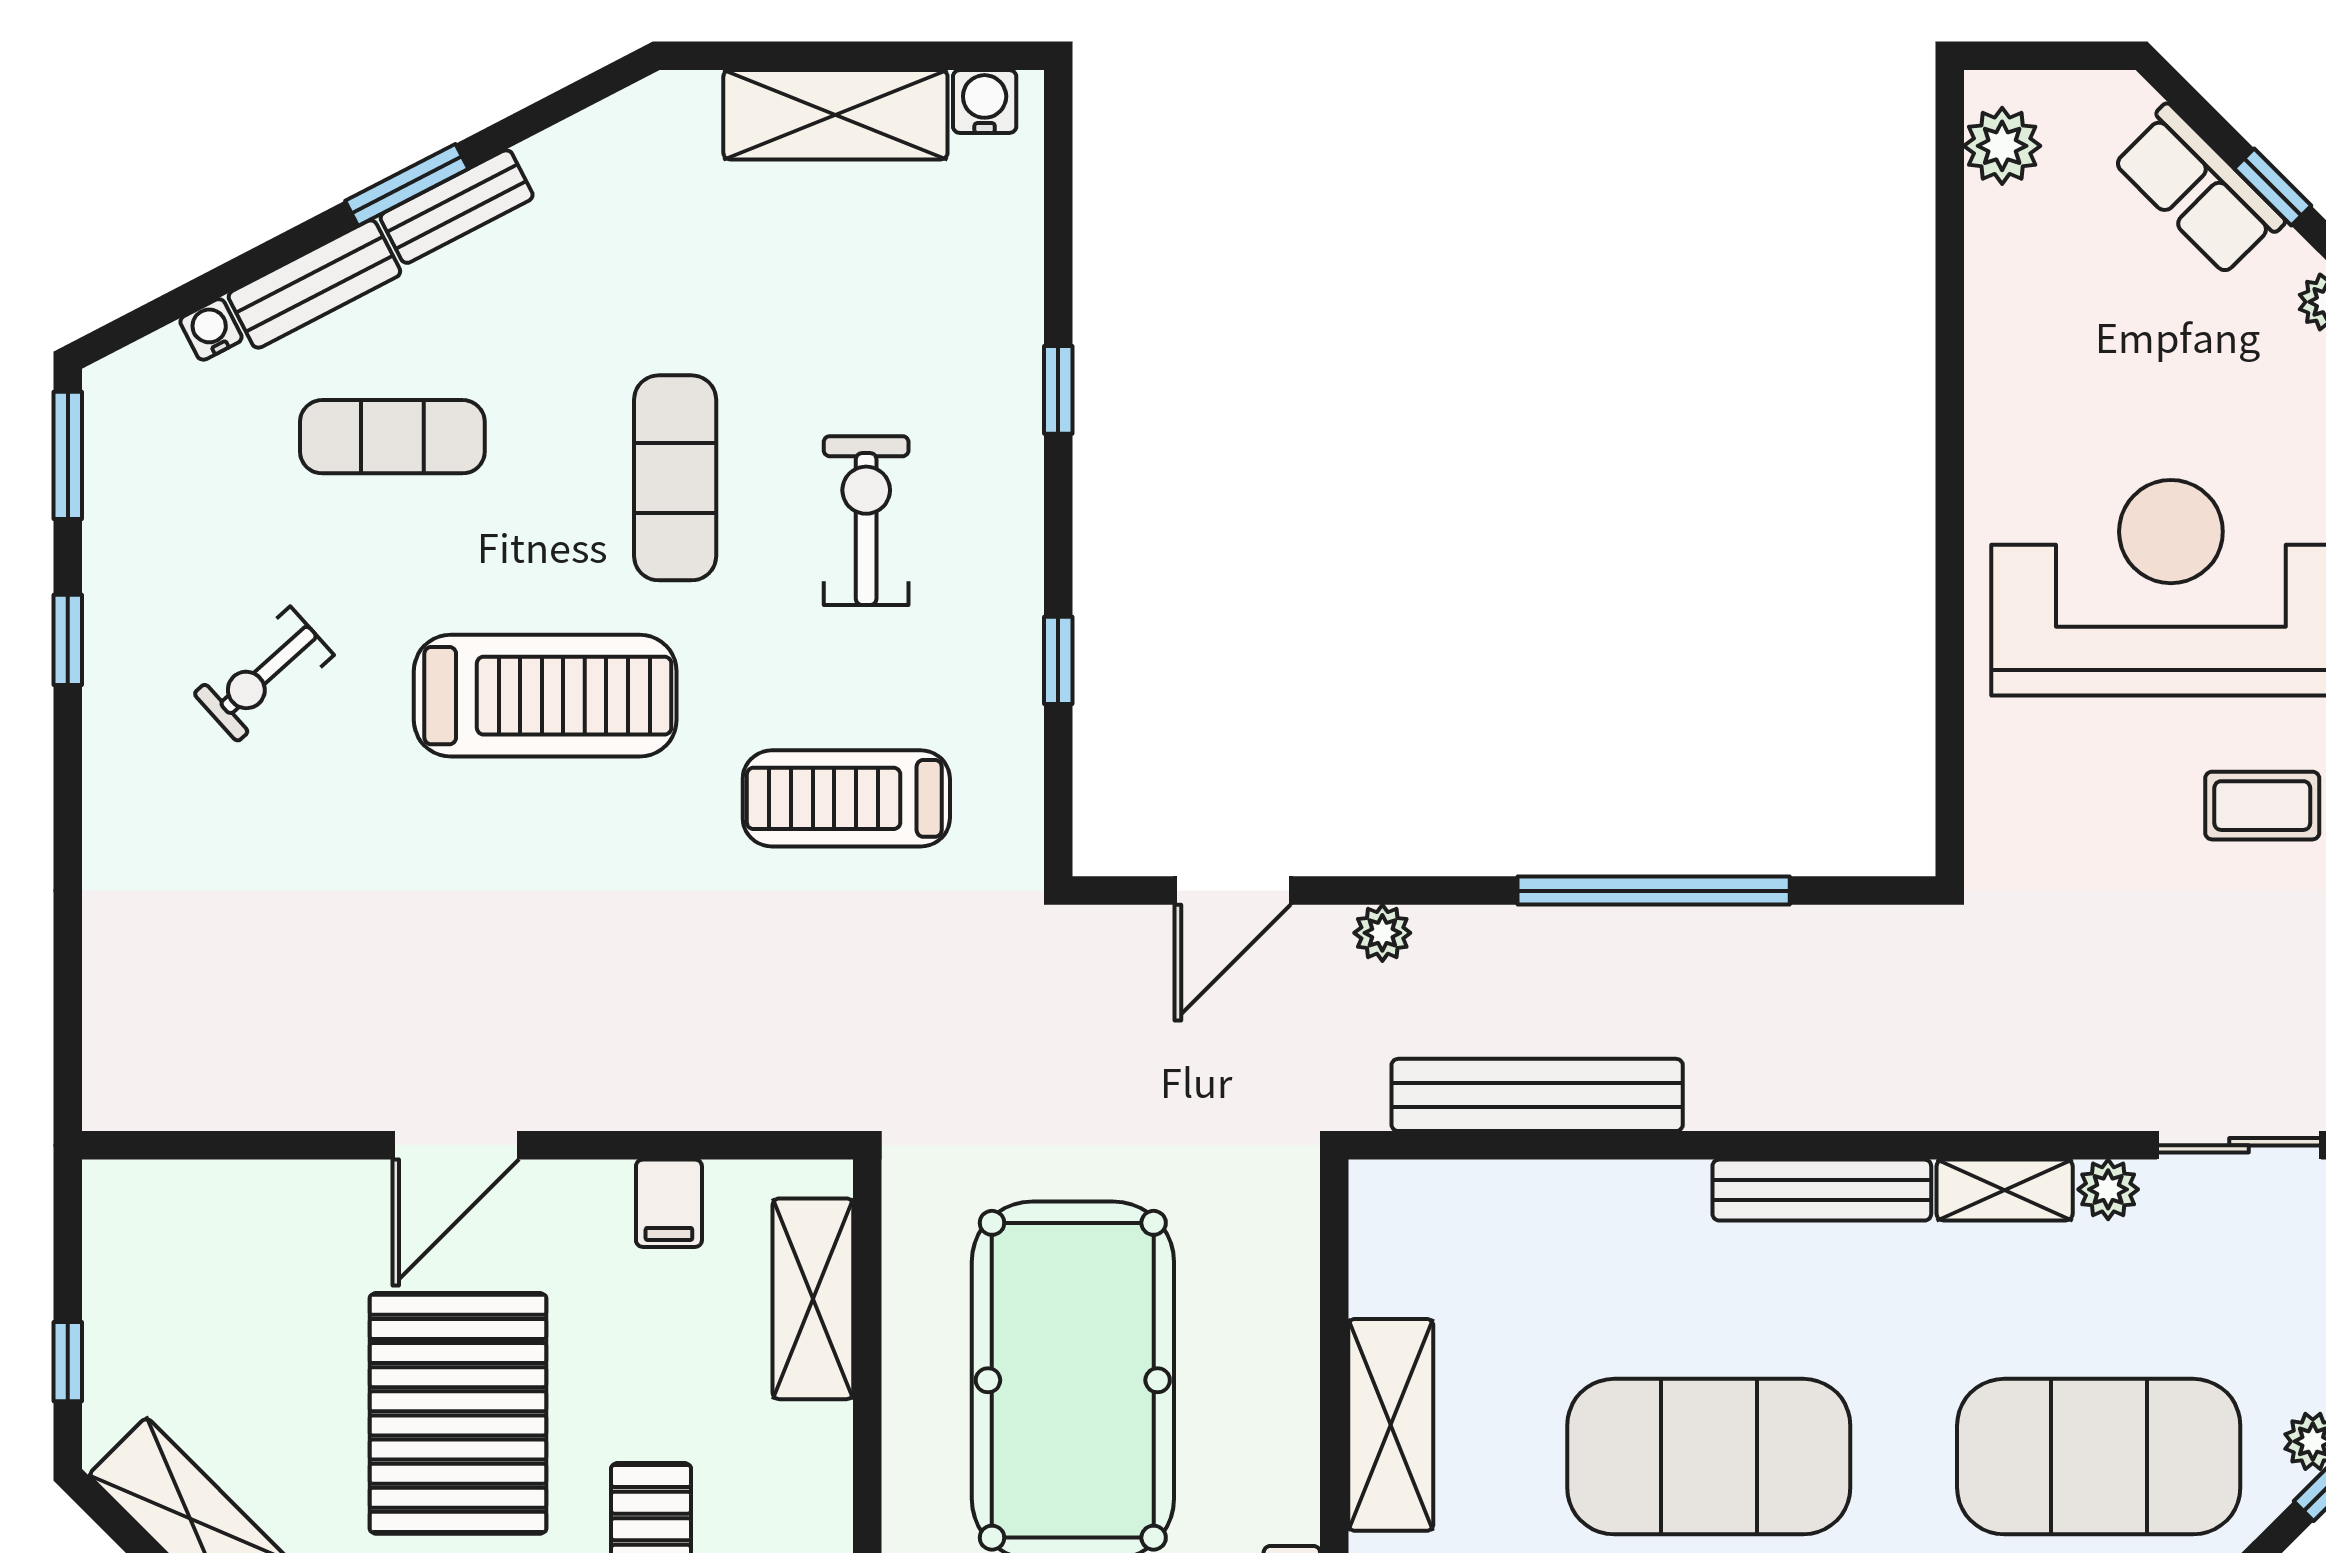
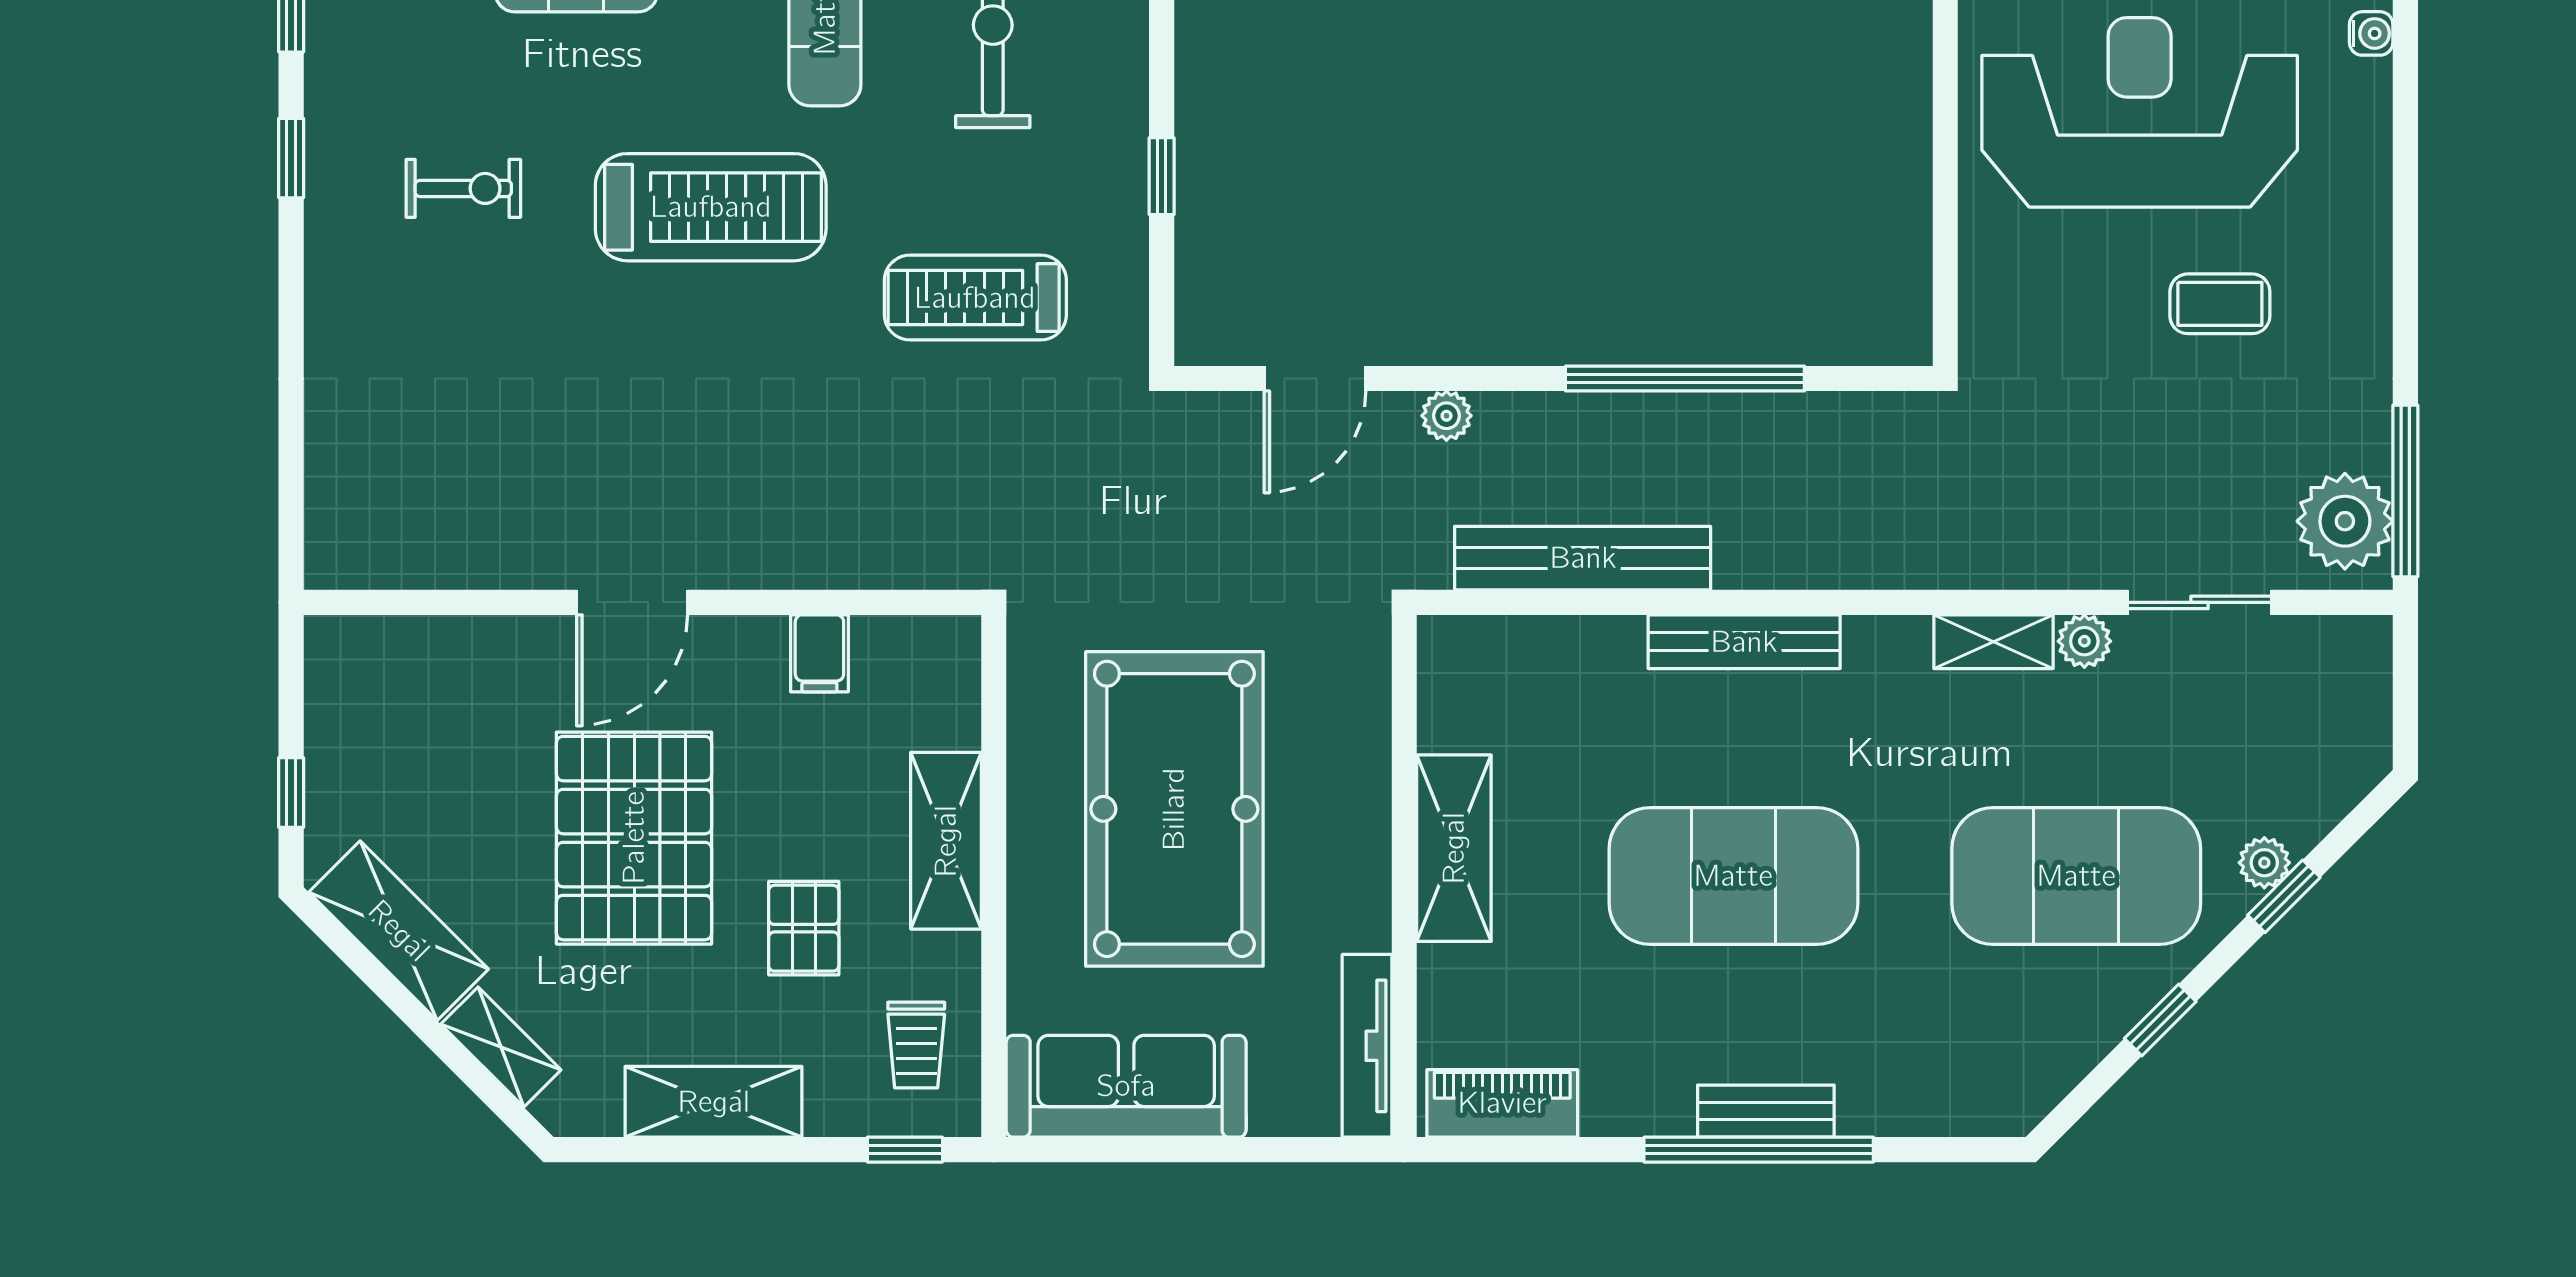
exercise bike: (264, 674) -> (463, 188), turned -138
bench: (1822, 1190) -> (1744, 642), moved
shelving: (813, 1299) -> (946, 841), moved

